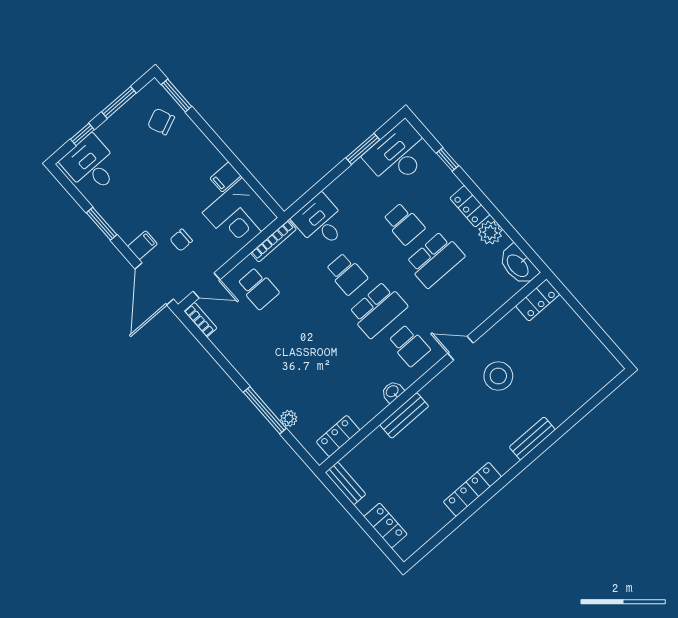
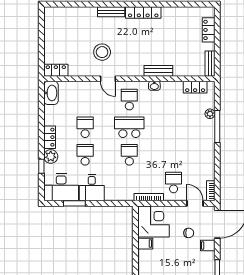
desk: (320, 222) -> (92, 188), moved
plant: (490, 233) -> (51, 156), moved
school desk: (435, 259) -> (85, 127), width x0.54
locker: (472, 489) -> (143, 12), moved

